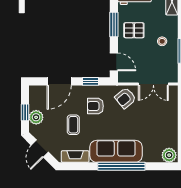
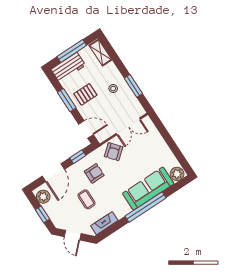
armchair: (95, 106) -> (94, 173), turned 180
plant: (36, 117) -> (43, 197), moved
sofa: (116, 151) -> (148, 189), moved

